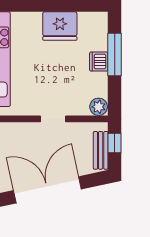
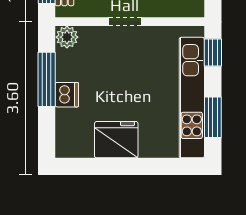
window: (115, 54) -> (47, 79), moved

